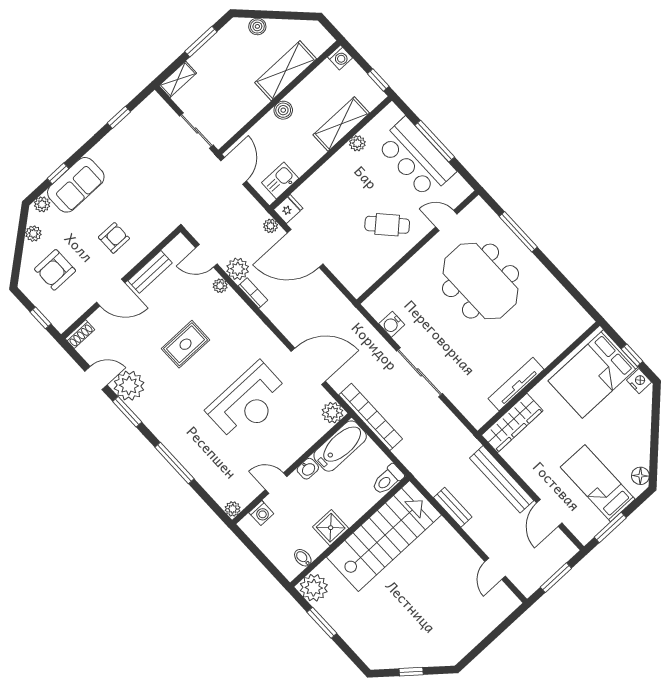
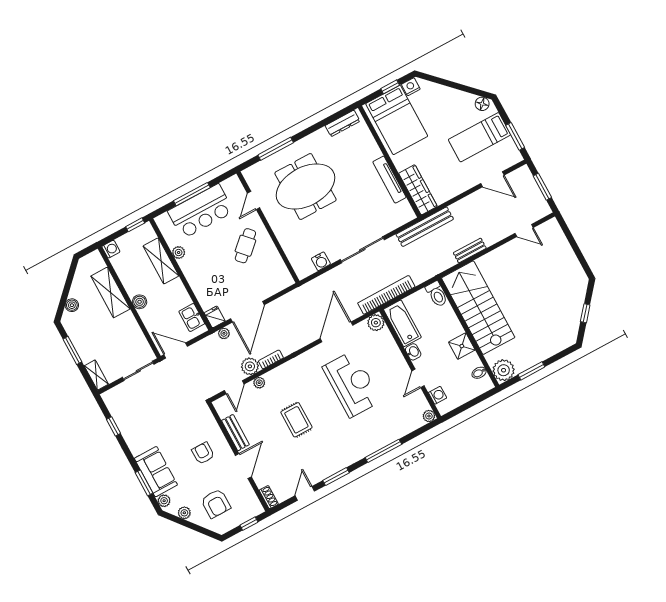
window: (58, 174) -> (144, 483), width x1.50
dresser: (571, 307) -> (343, 123), added
plant: (129, 386) -> (317, 470), removed
bench: (502, 479) -> (425, 227), moved

